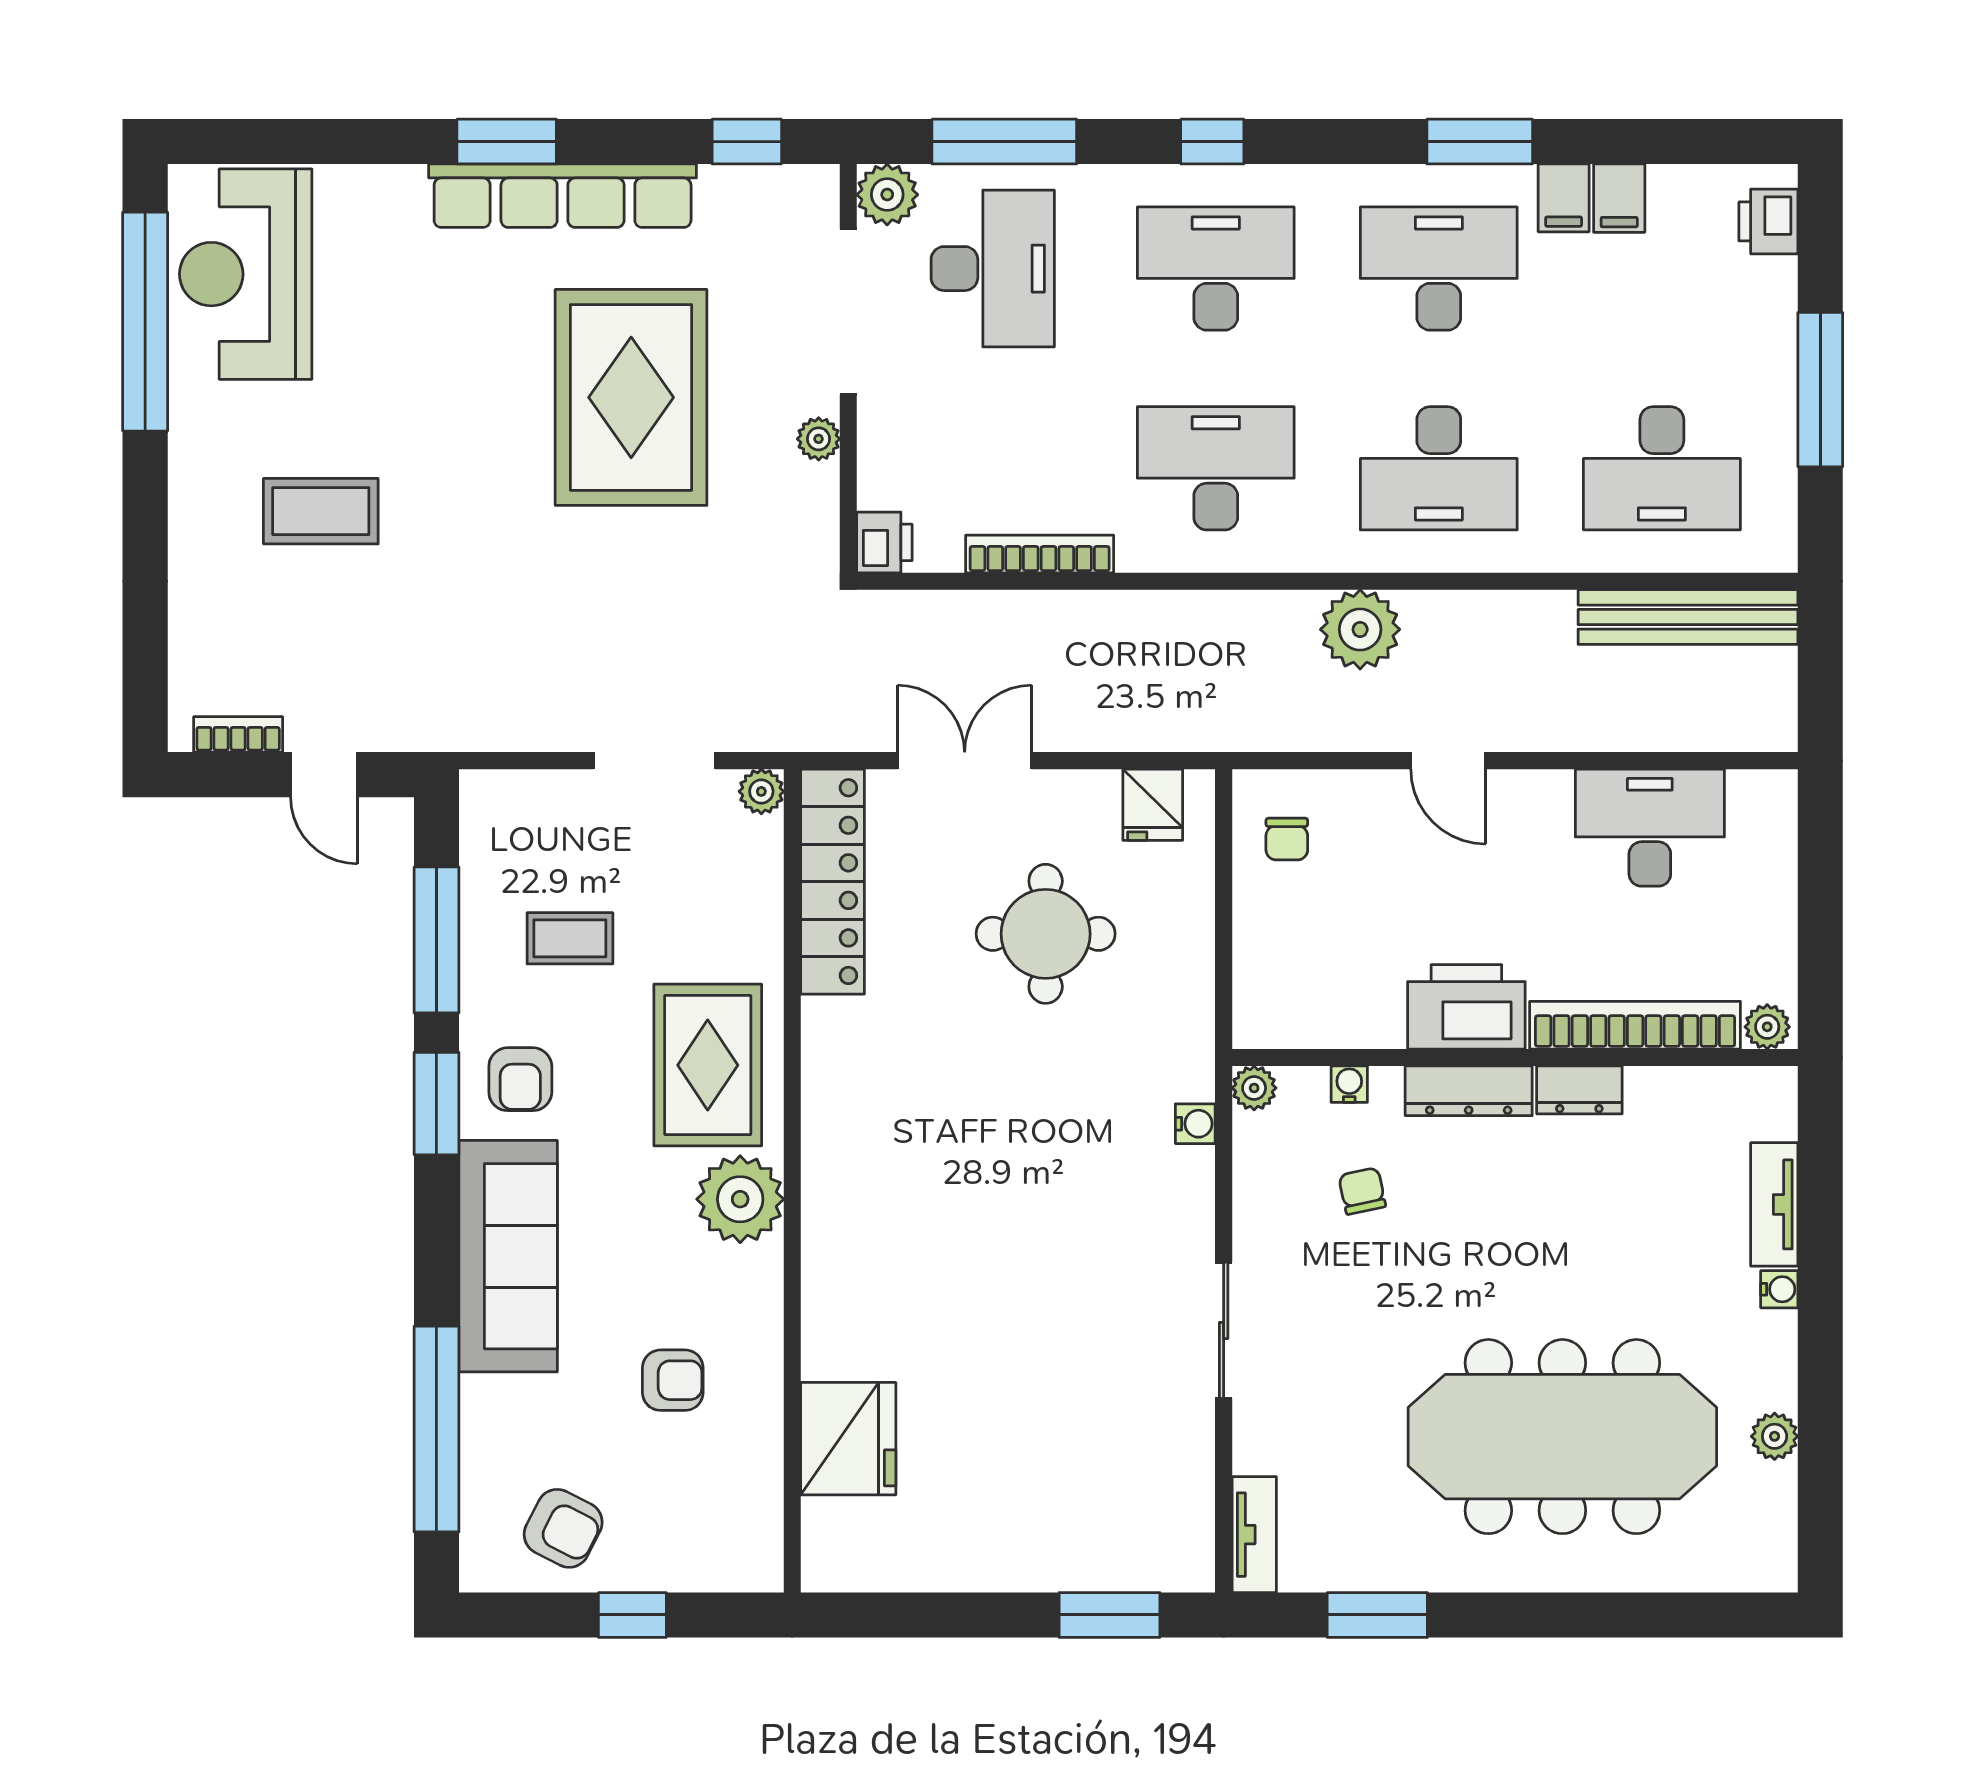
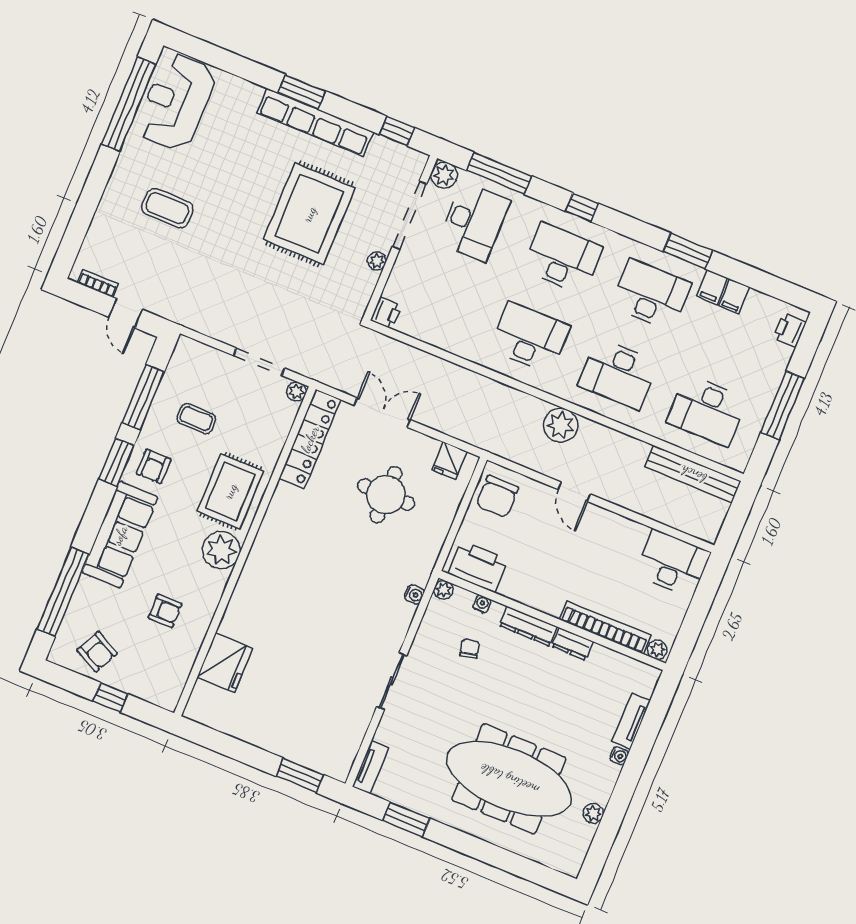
bookcase: (1040, 554) -> (446, 343), removed
desk: (1650, 828) -> (672, 563), moved
chair: (1287, 839) -> (497, 496), width x1.87, depth x1.87
printer: (1466, 1007) -> (478, 566), moved

